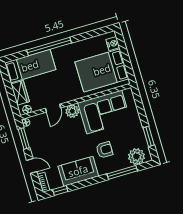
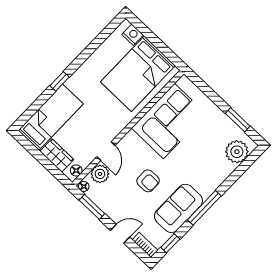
window: (49, 47) -> (59, 81), width x0.32
plant: (72, 111) -> (100, 174), moved
armchair: (104, 150) -> (148, 181), moved, turned 90
window: (122, 172) -> (204, 208), moved

